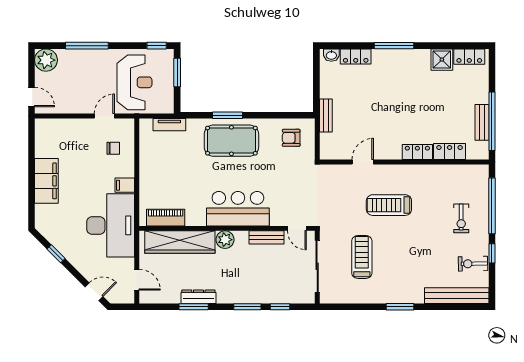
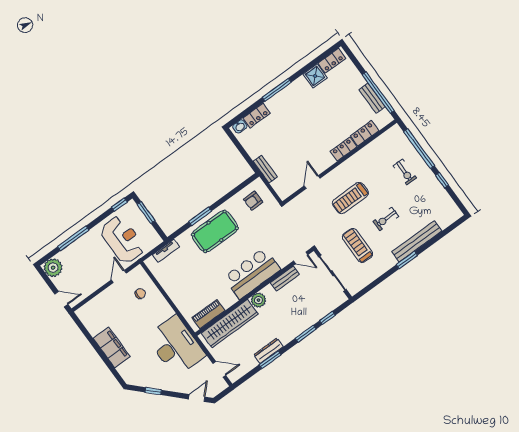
filing cabinet: (125, 185) -> (166, 312), removed
exercise bike: (473, 264) -> (386, 219), moved
bench: (457, 296) -> (417, 241), moved

